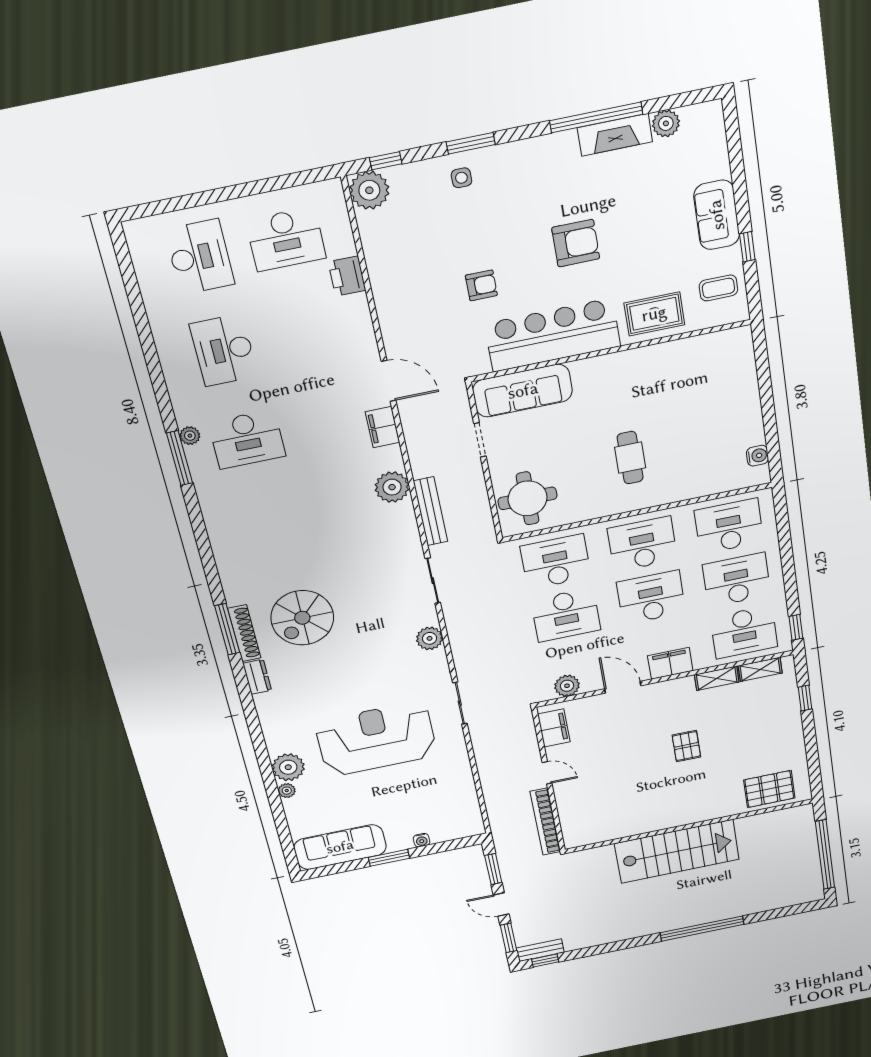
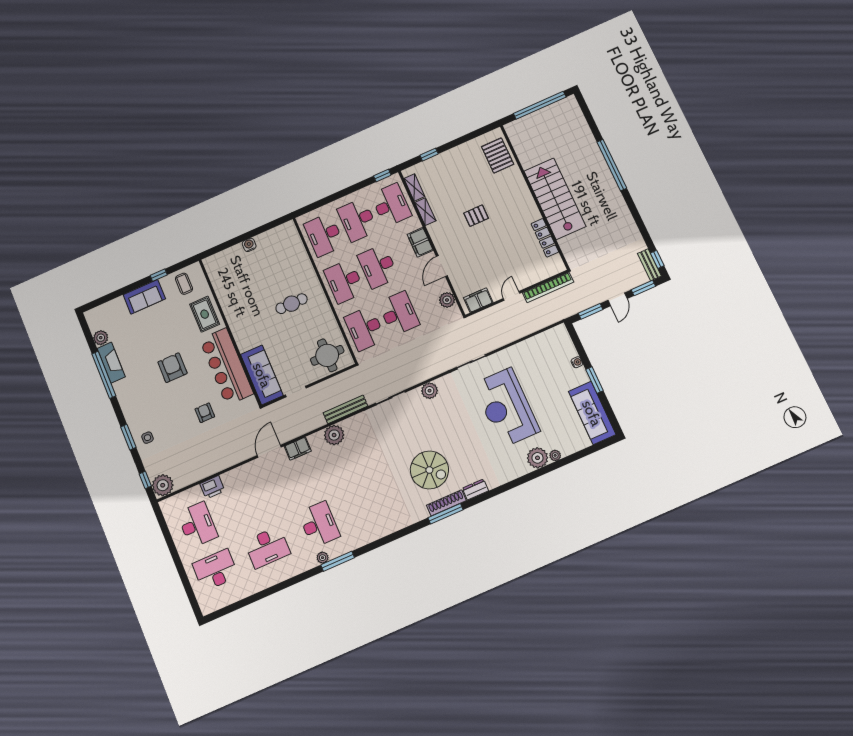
water cooler: (757, 456) -> (249, 245), moved
locker: (622, 830) -> (545, 238), added

